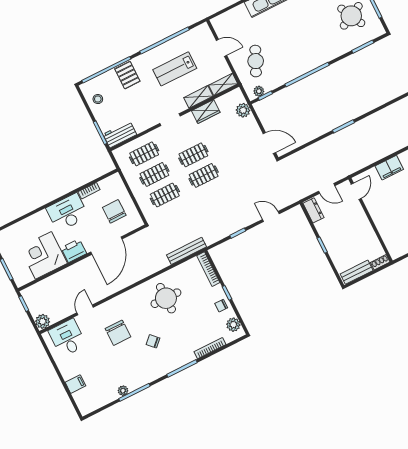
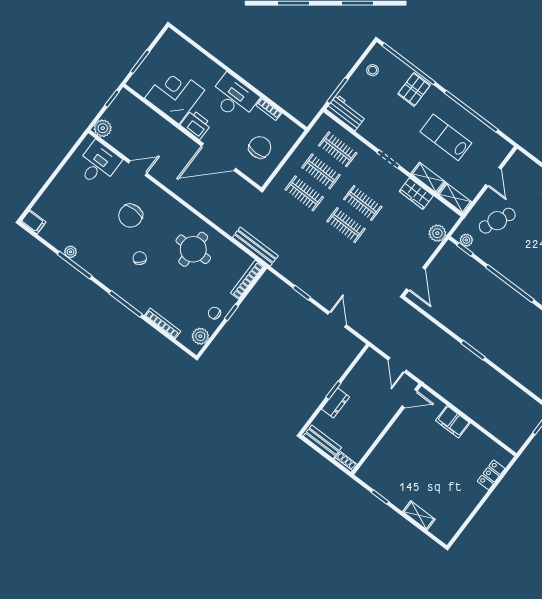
dresser: (313, 210) -> (336, 403), moved
filing cabinet: (75, 384) -> (33, 222), moved

